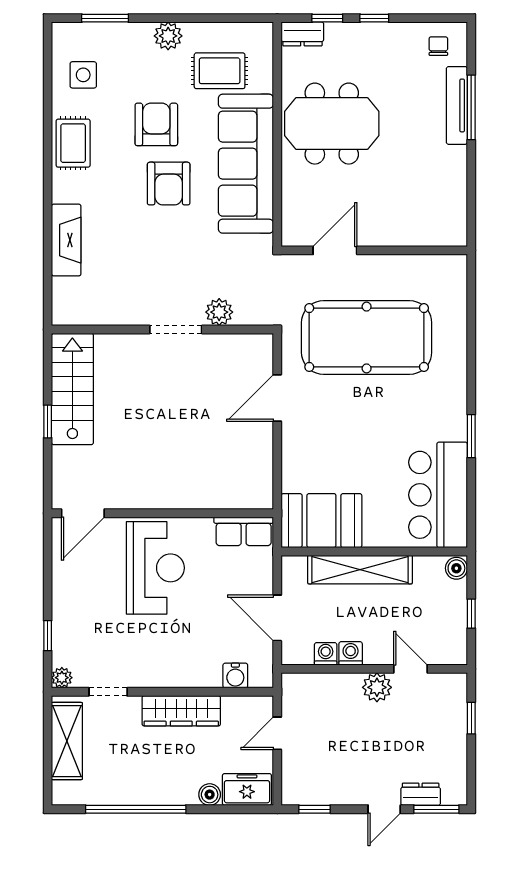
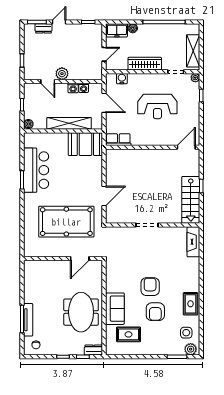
plant: (168, 36) -> (191, 349), moved
meeting table: (332, 124) -> (81, 312), turned 90
sofa: (246, 164) -> (115, 309), width x0.54, depth x0.79
fireplace: (66, 240) -> (193, 242), moved
plant: (219, 312) -> (129, 232), removed
bar counter: (438, 495) -> (36, 170), moved
reception desk: (155, 568) -> (157, 106), moved, turned -90

